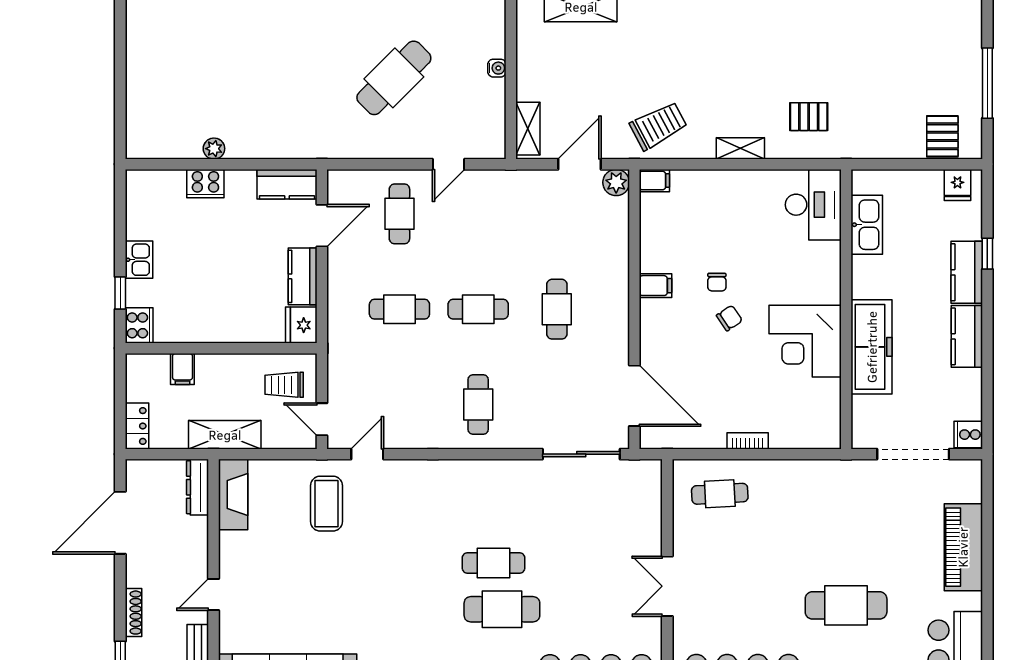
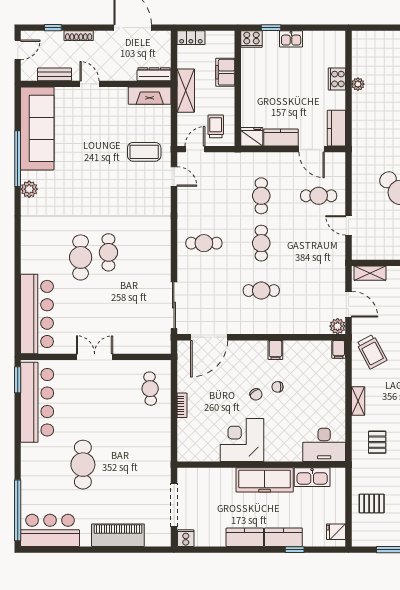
pallet: (942, 136) -> (372, 503), moved
freezer: (872, 347) -> (265, 480), moved
filing cabinet: (182, 369) -> (225, 72), width x2.00

